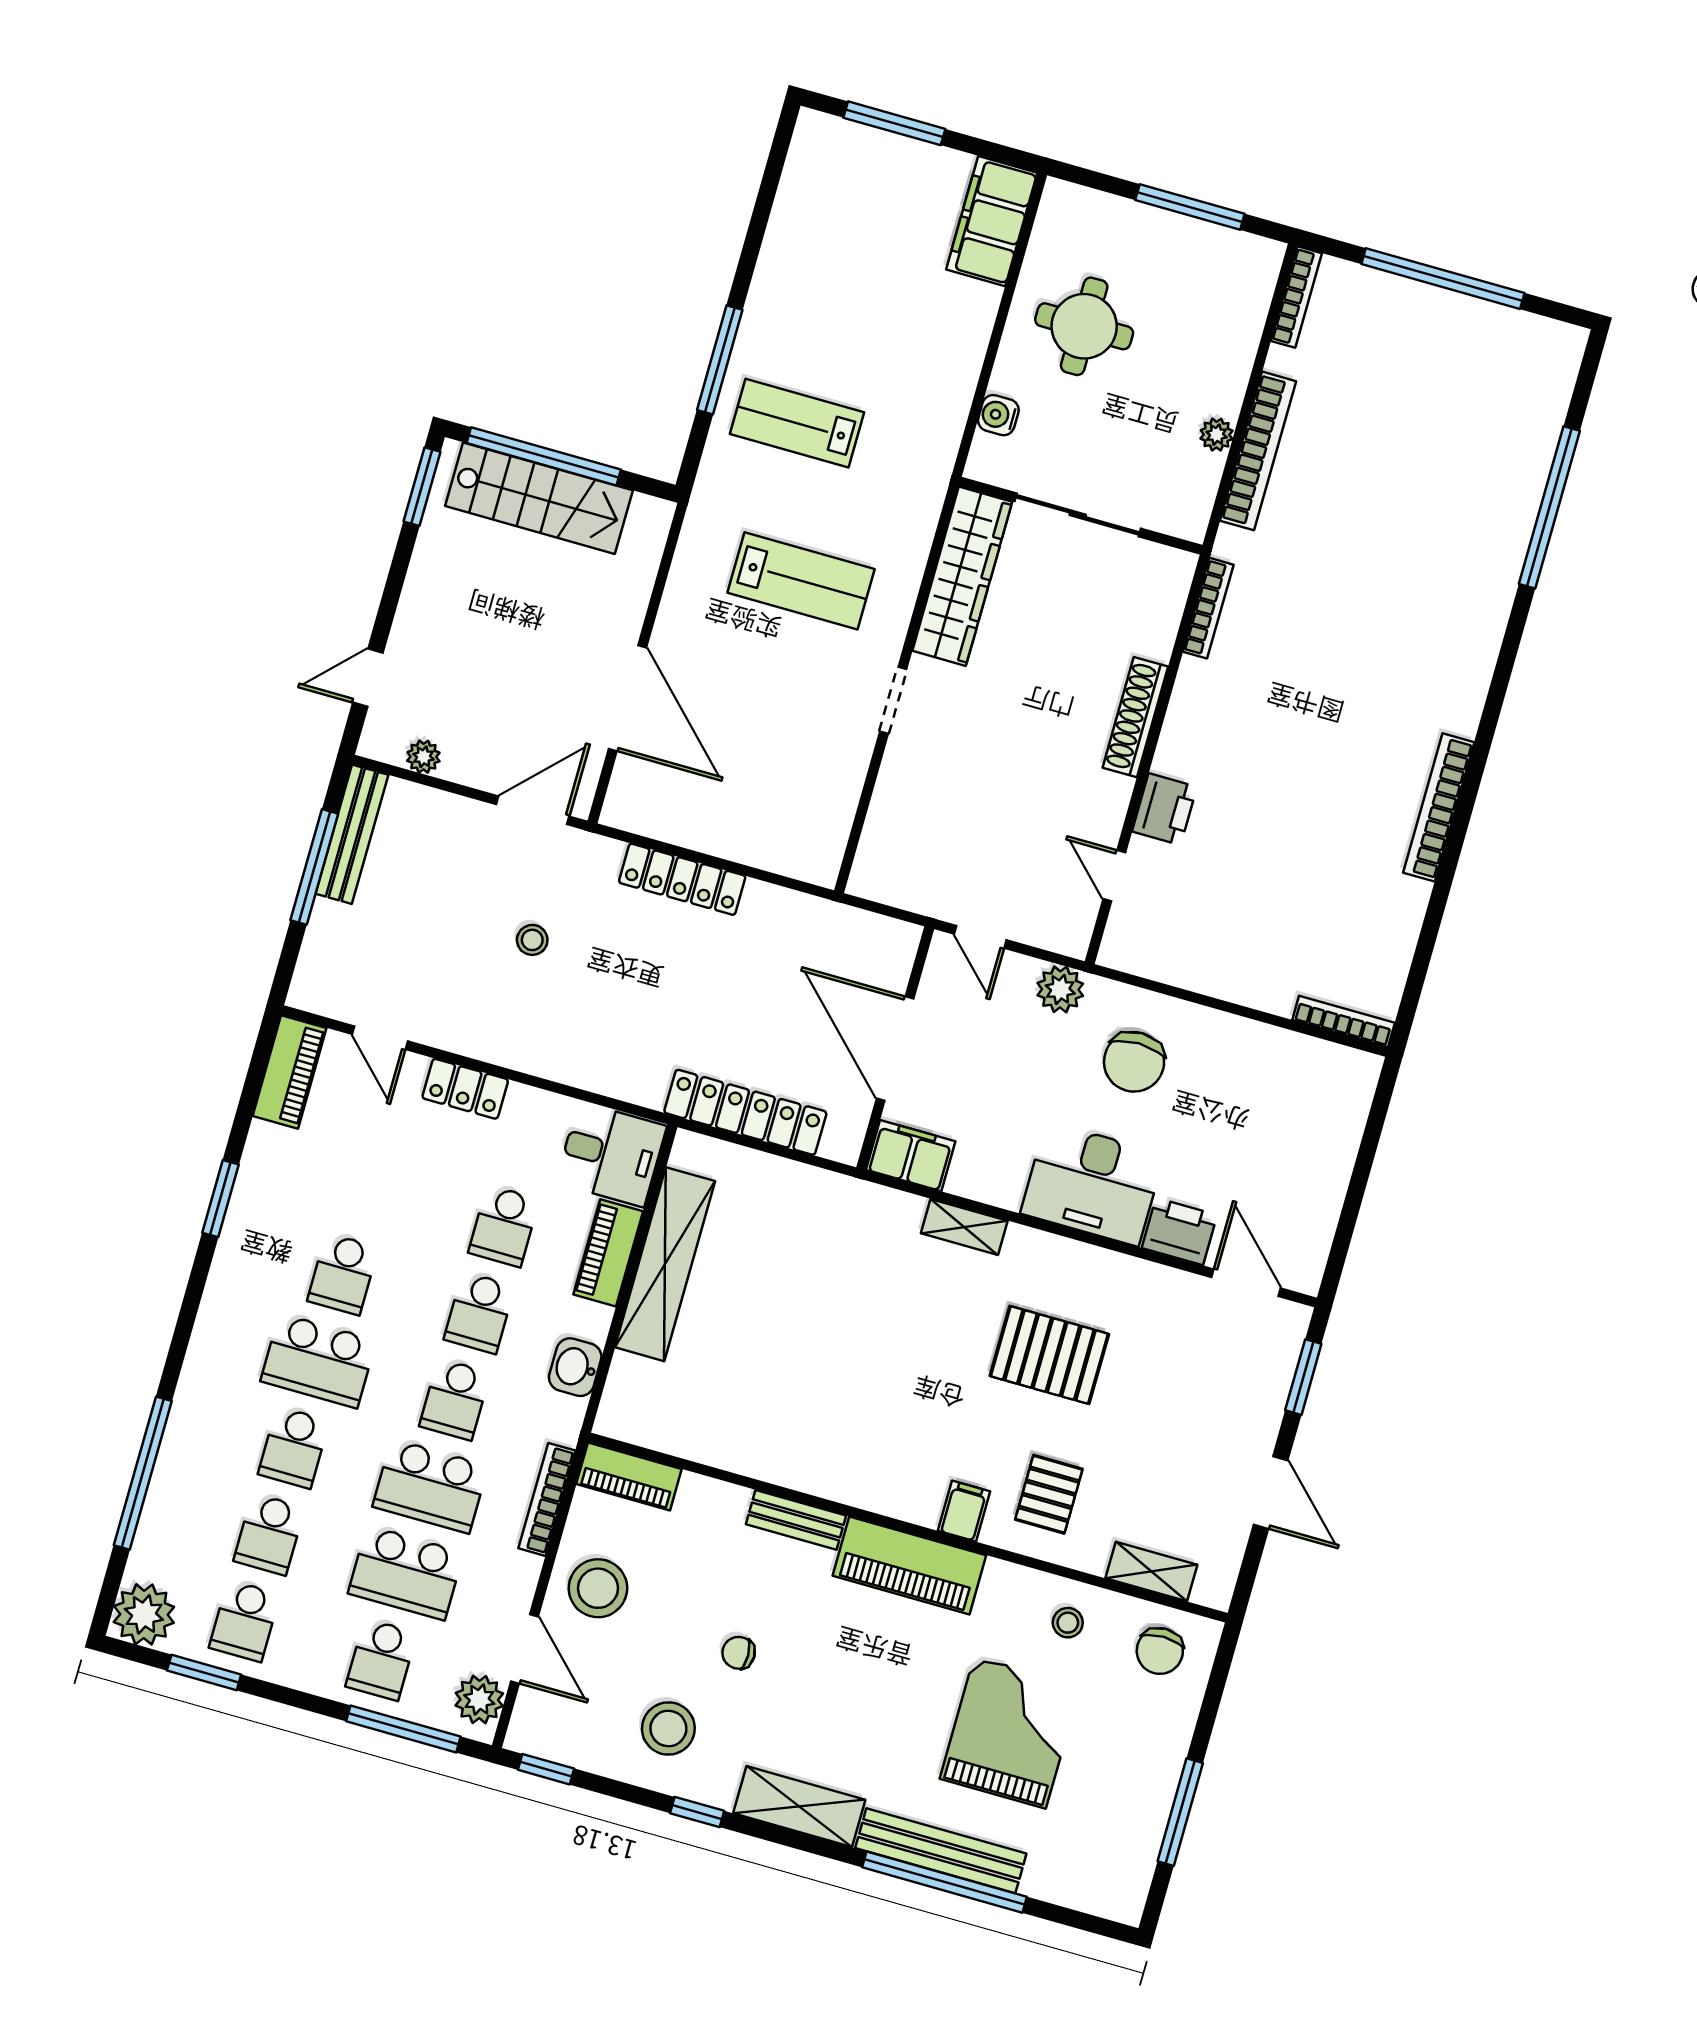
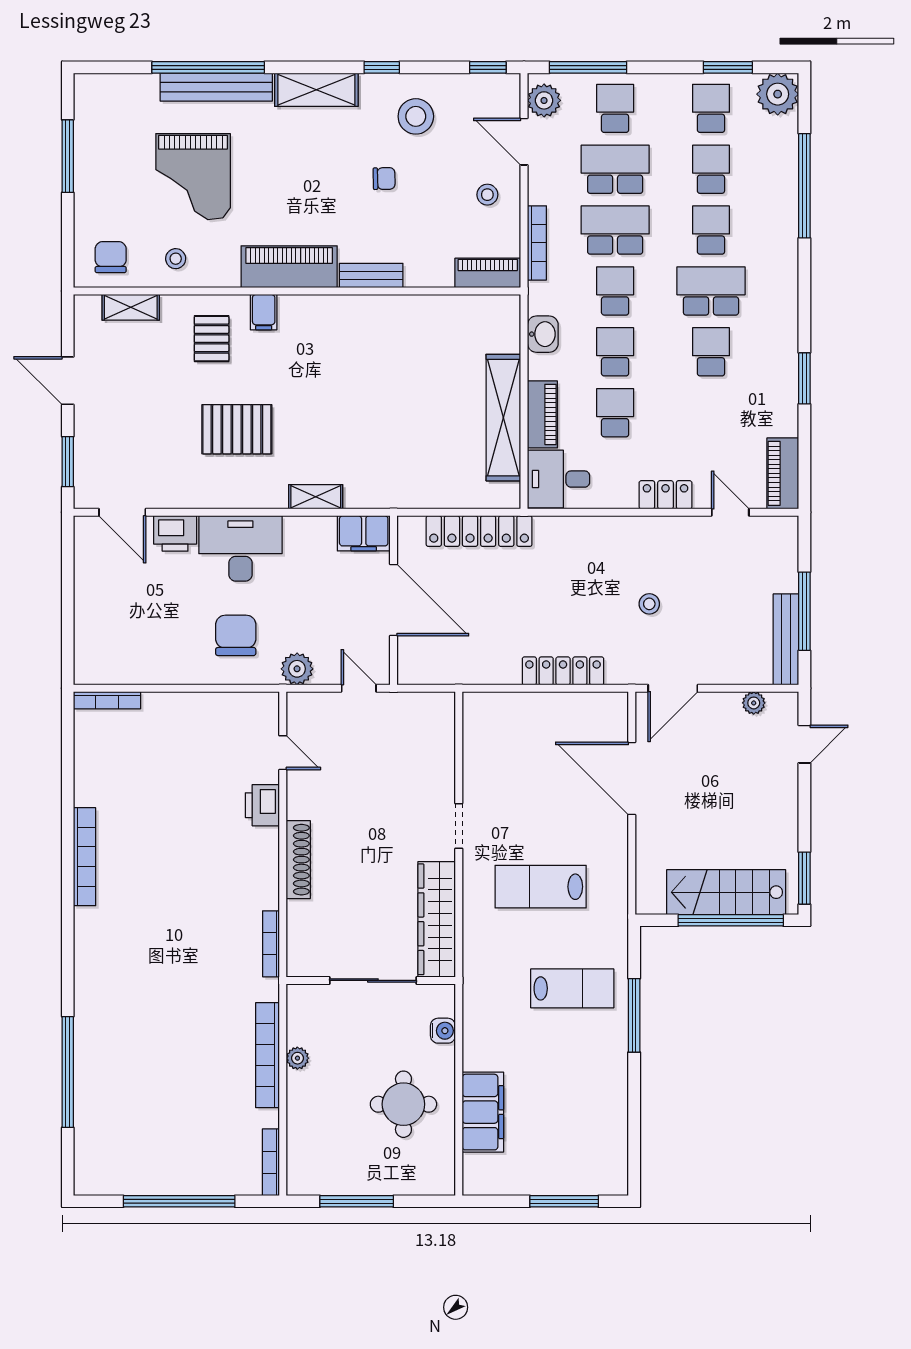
filing cabinet: (992, 221) -> (483, 1112), moved
stool: (598, 1588) -> (487, 195), width x0.53, depth x0.53

